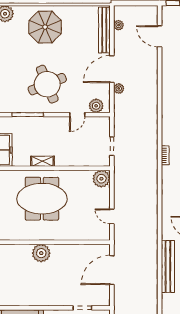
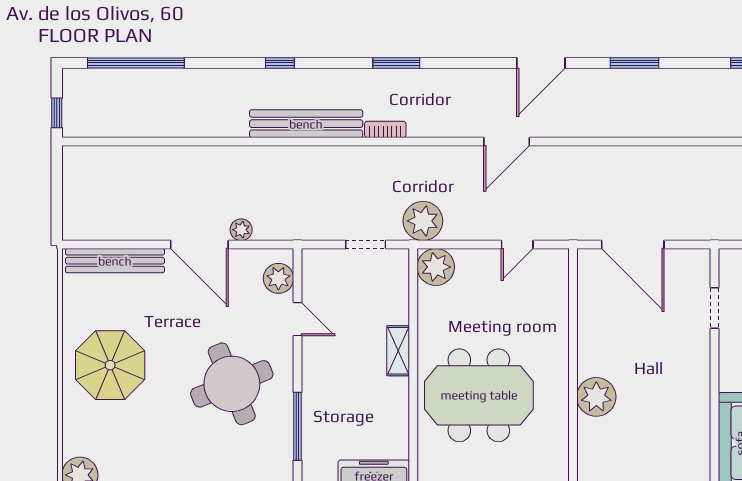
plant: (118, 25) -> (423, 221), moved, width x1.87, depth x1.87
parasol: (45, 27) -> (110, 365), moved
door: (160, 36) -> (507, 142), moved
shelving: (42, 161) -> (398, 351), moved
meeting table: (42, 199) -> (479, 395), turned 90
bench: (168, 266) -> (306, 124), moved

